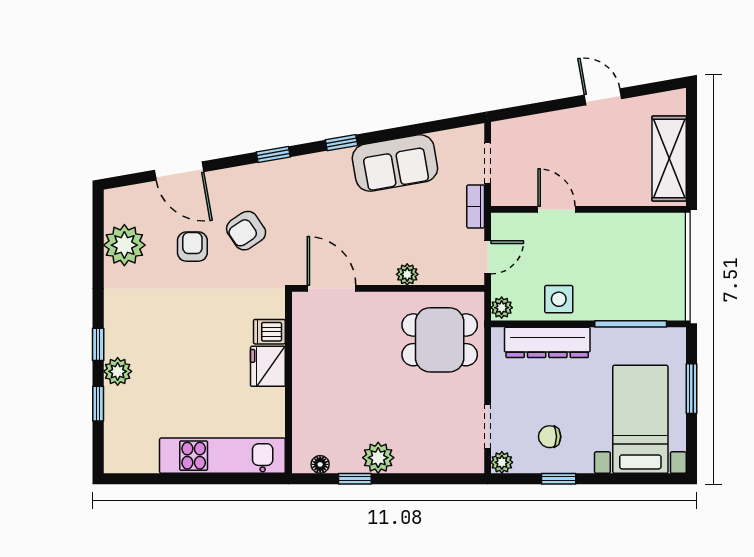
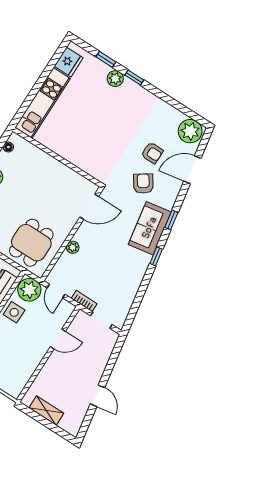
door: (603, 97) -> (98, 396), hinge flipped
shelving: (669, 158) -> (46, 411), width x0.67, depth x0.75
sofa: (395, 163) -> (150, 228), moved
plant: (124, 245) -> (190, 131), moved
plant: (502, 308) -> (29, 290), width x1.88, depth x1.88
dishwasher: (269, 332) -> (88, 164), removed
fridge: (268, 366) -> (69, 62), moved, turned 90

